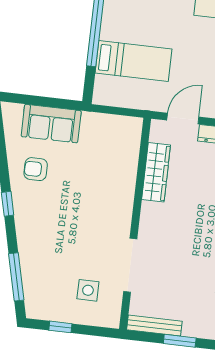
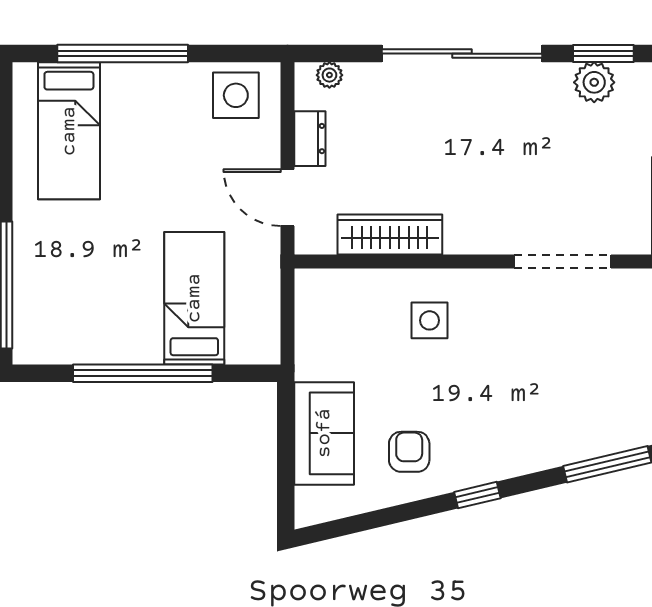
armchair: (36, 169) -> (409, 452), turned 180
side table: (88, 290) -> (430, 320), moved

